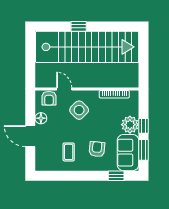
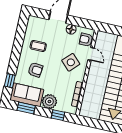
door: (64, 89) -> (91, 54), hinge flipped
window: (143, 126) -> (58, 115), moved

